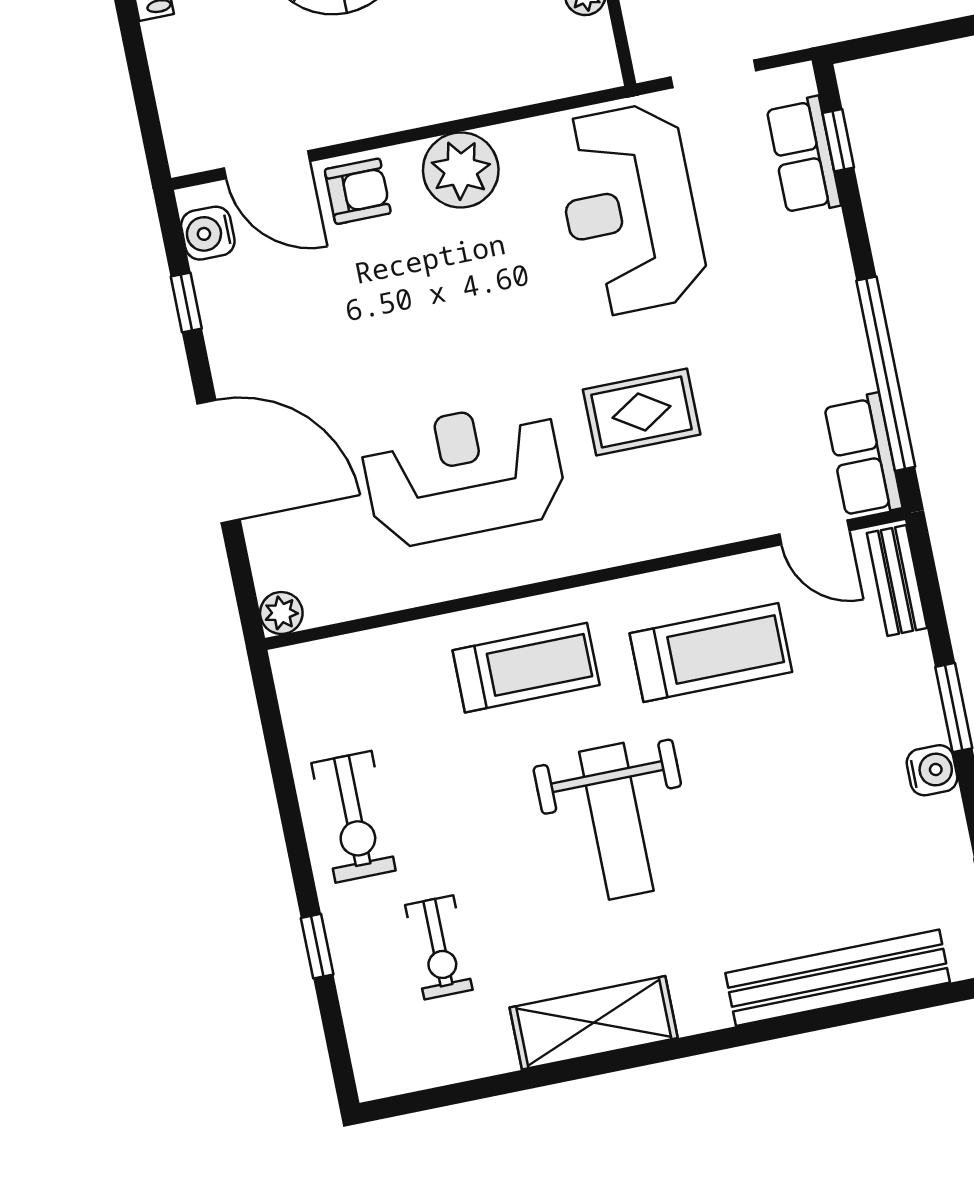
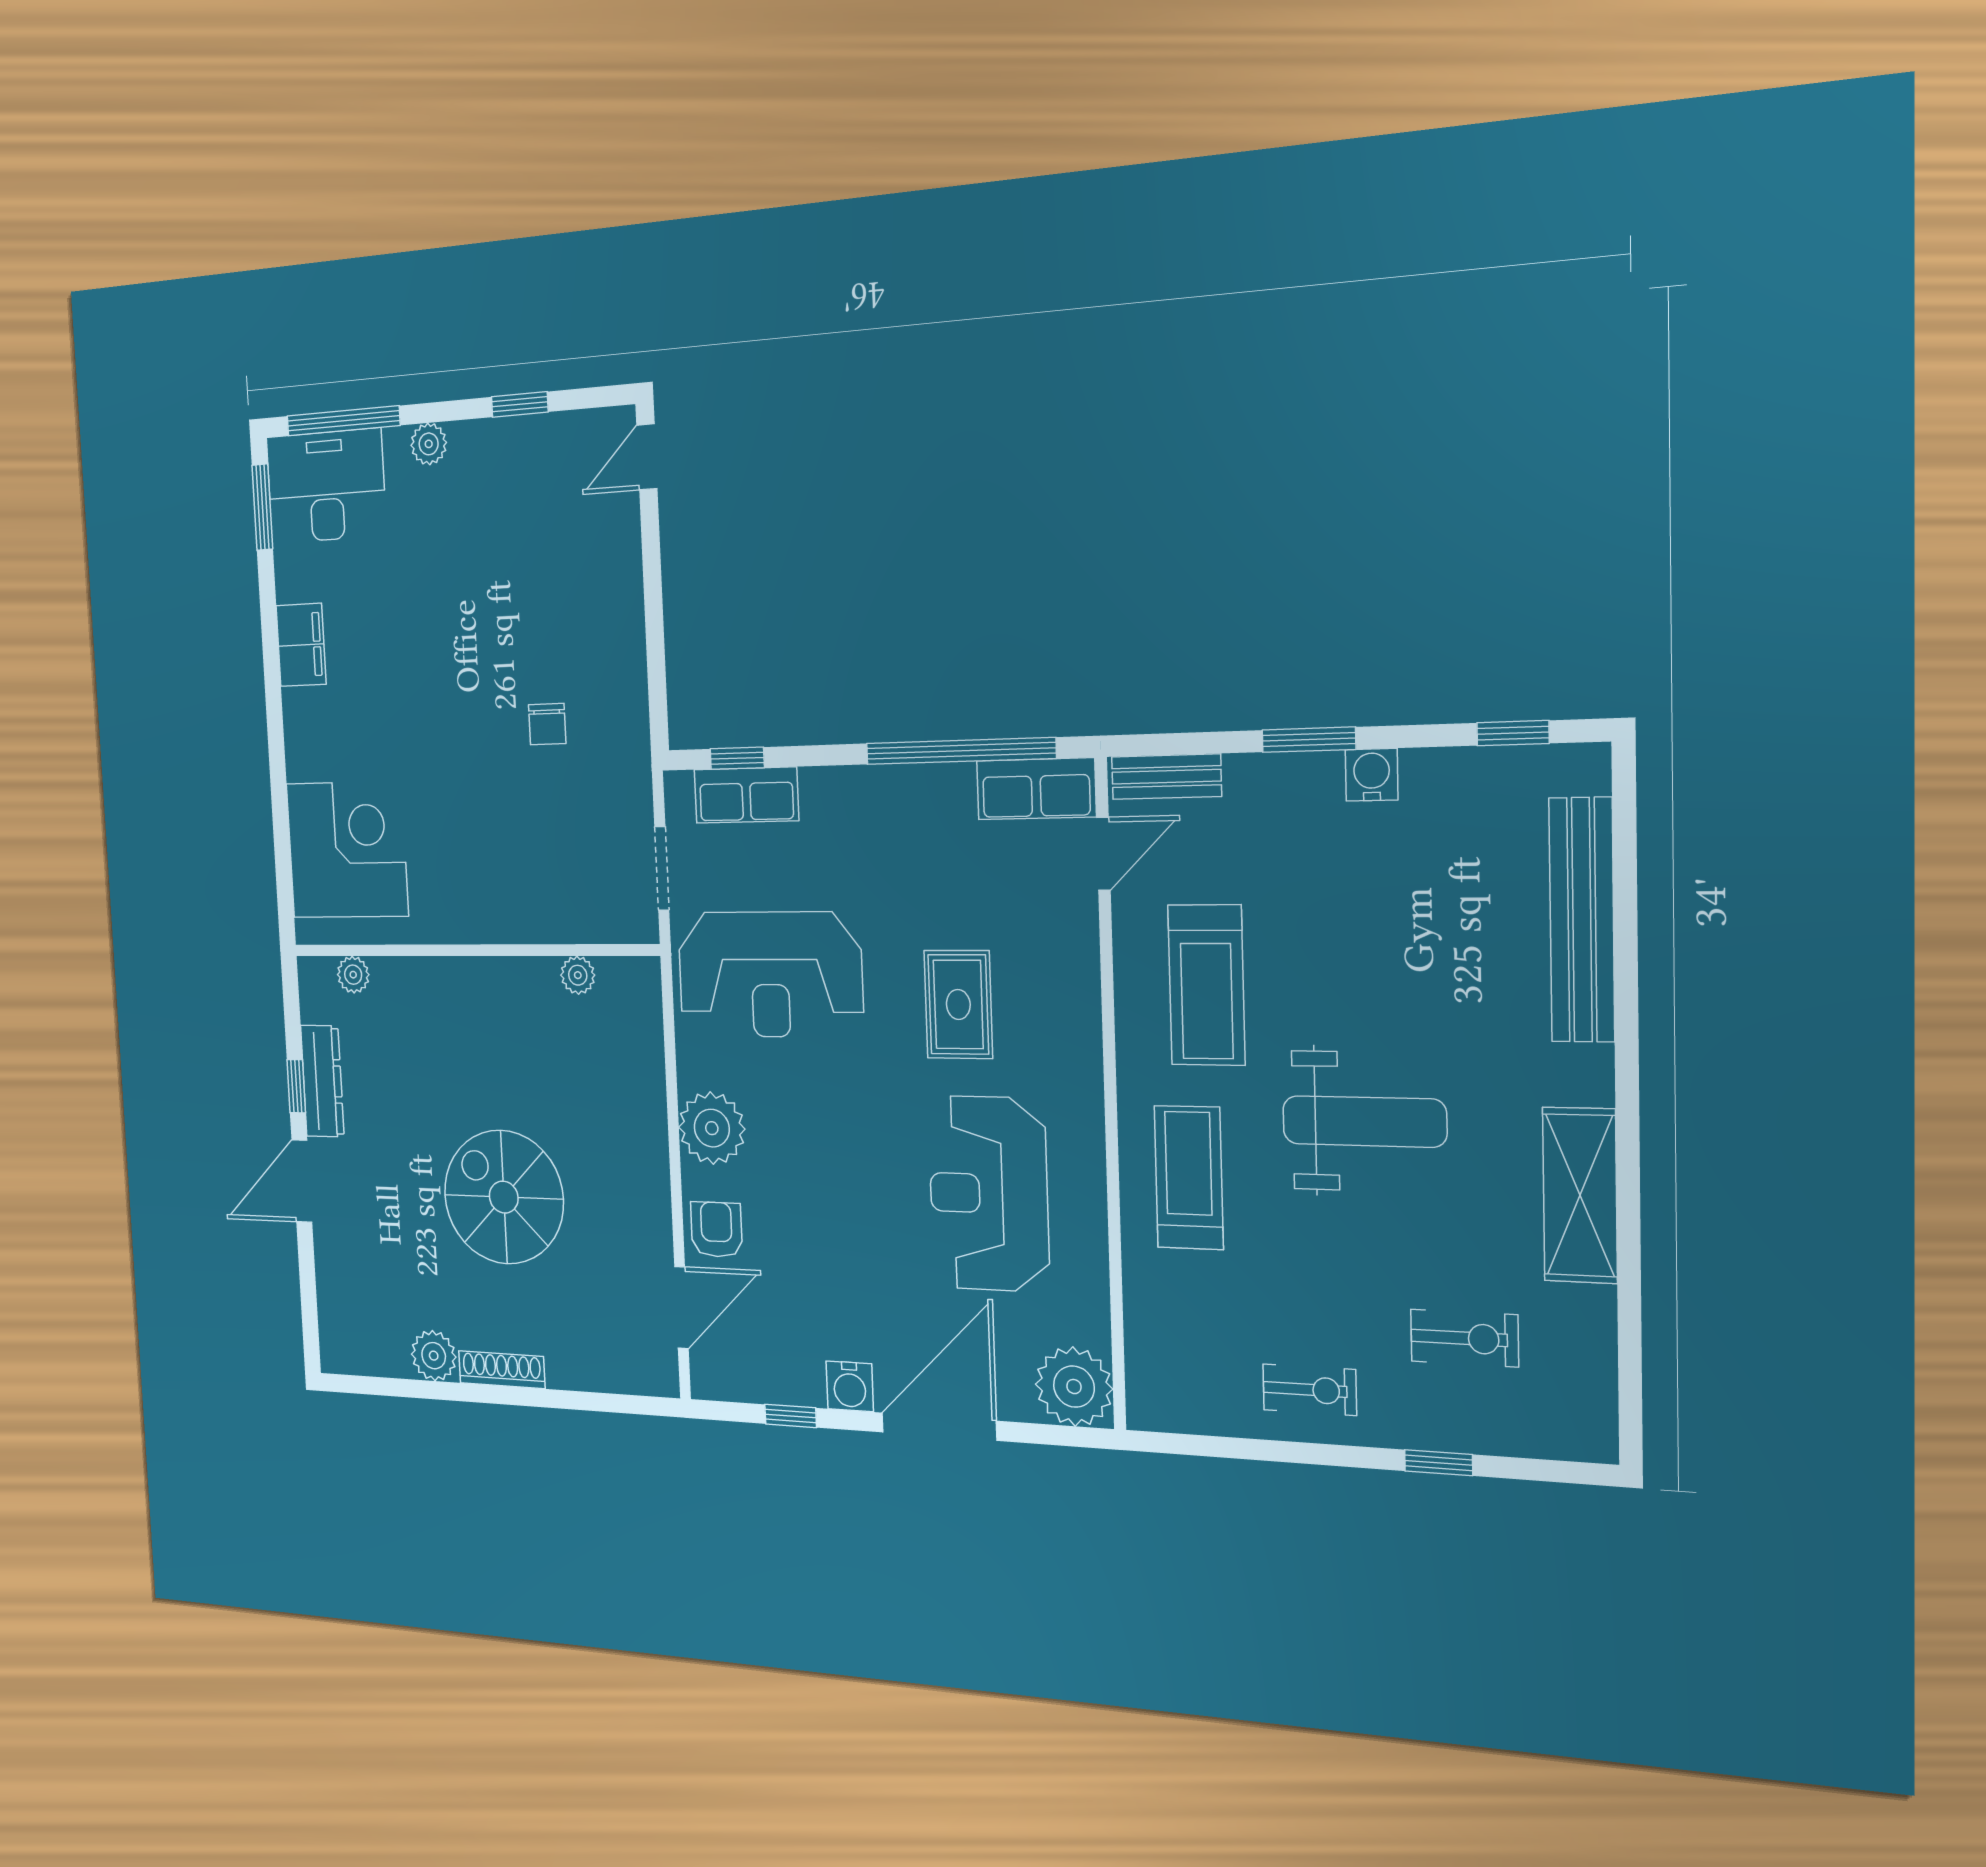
water cooler: (208, 233) -> (850, 1386), moved
plant: (281, 613) -> (1074, 1387), width x1.87, depth x1.87
treadmill: (711, 653) -> (1206, 985), turned 180
exercise bike: (354, 817) -> (1310, 1390), width x0.73, depth x0.72

